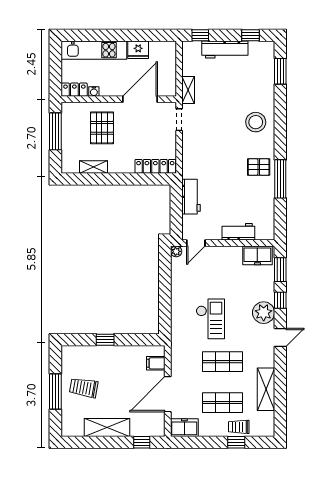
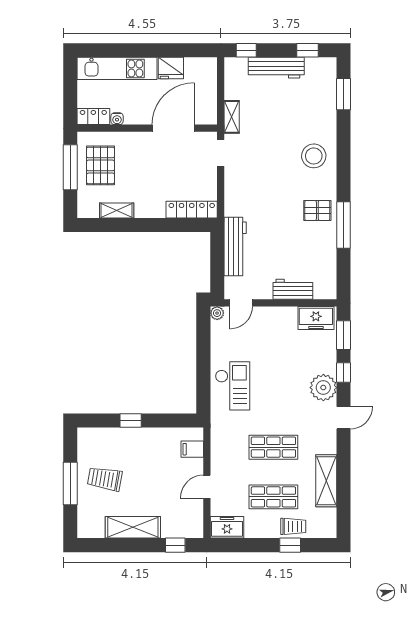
pallet: (102, 128) -> (101, 165), moved
workbench: (191, 197) -> (235, 247), width x1.38
checkout: (210, 319) -> (233, 386), moved
door: (168, 394) -> (207, 487), width x0.53
trolley: (239, 427) -> (293, 526), turned 180

